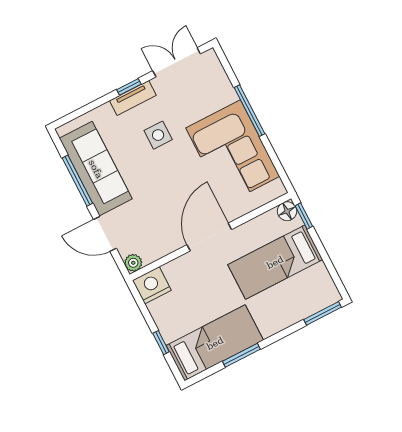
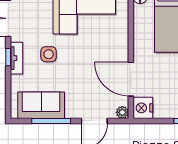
sofa: (96, 169) -> (41, 105), width x0.73
door: (209, 237) -> (131, 79), moved

